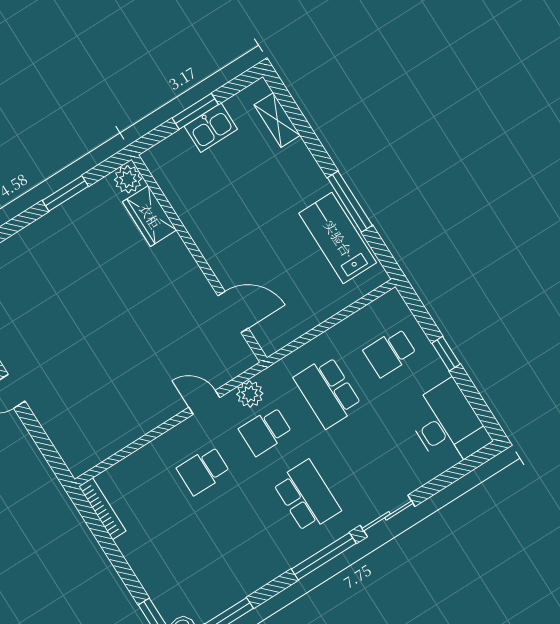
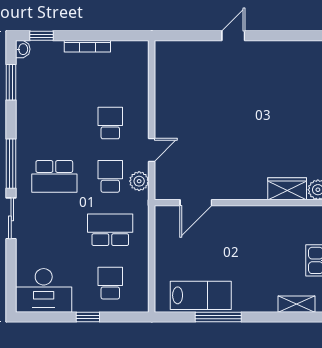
bookcase: (102, 509) -> (87, 46), moved

